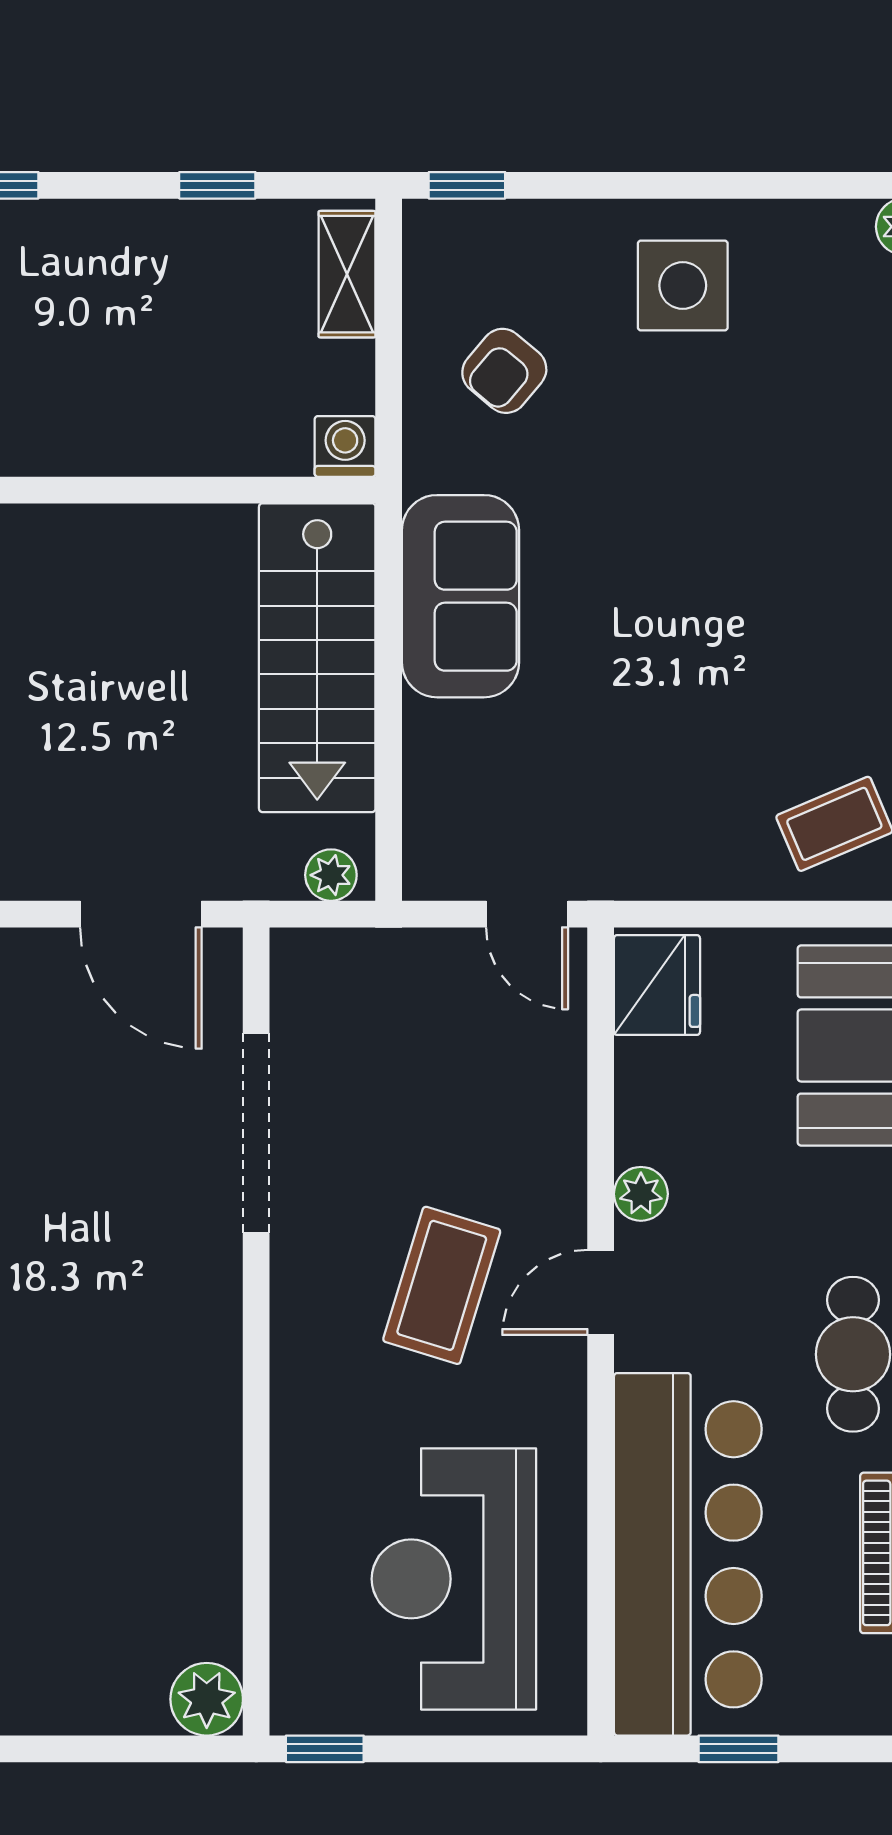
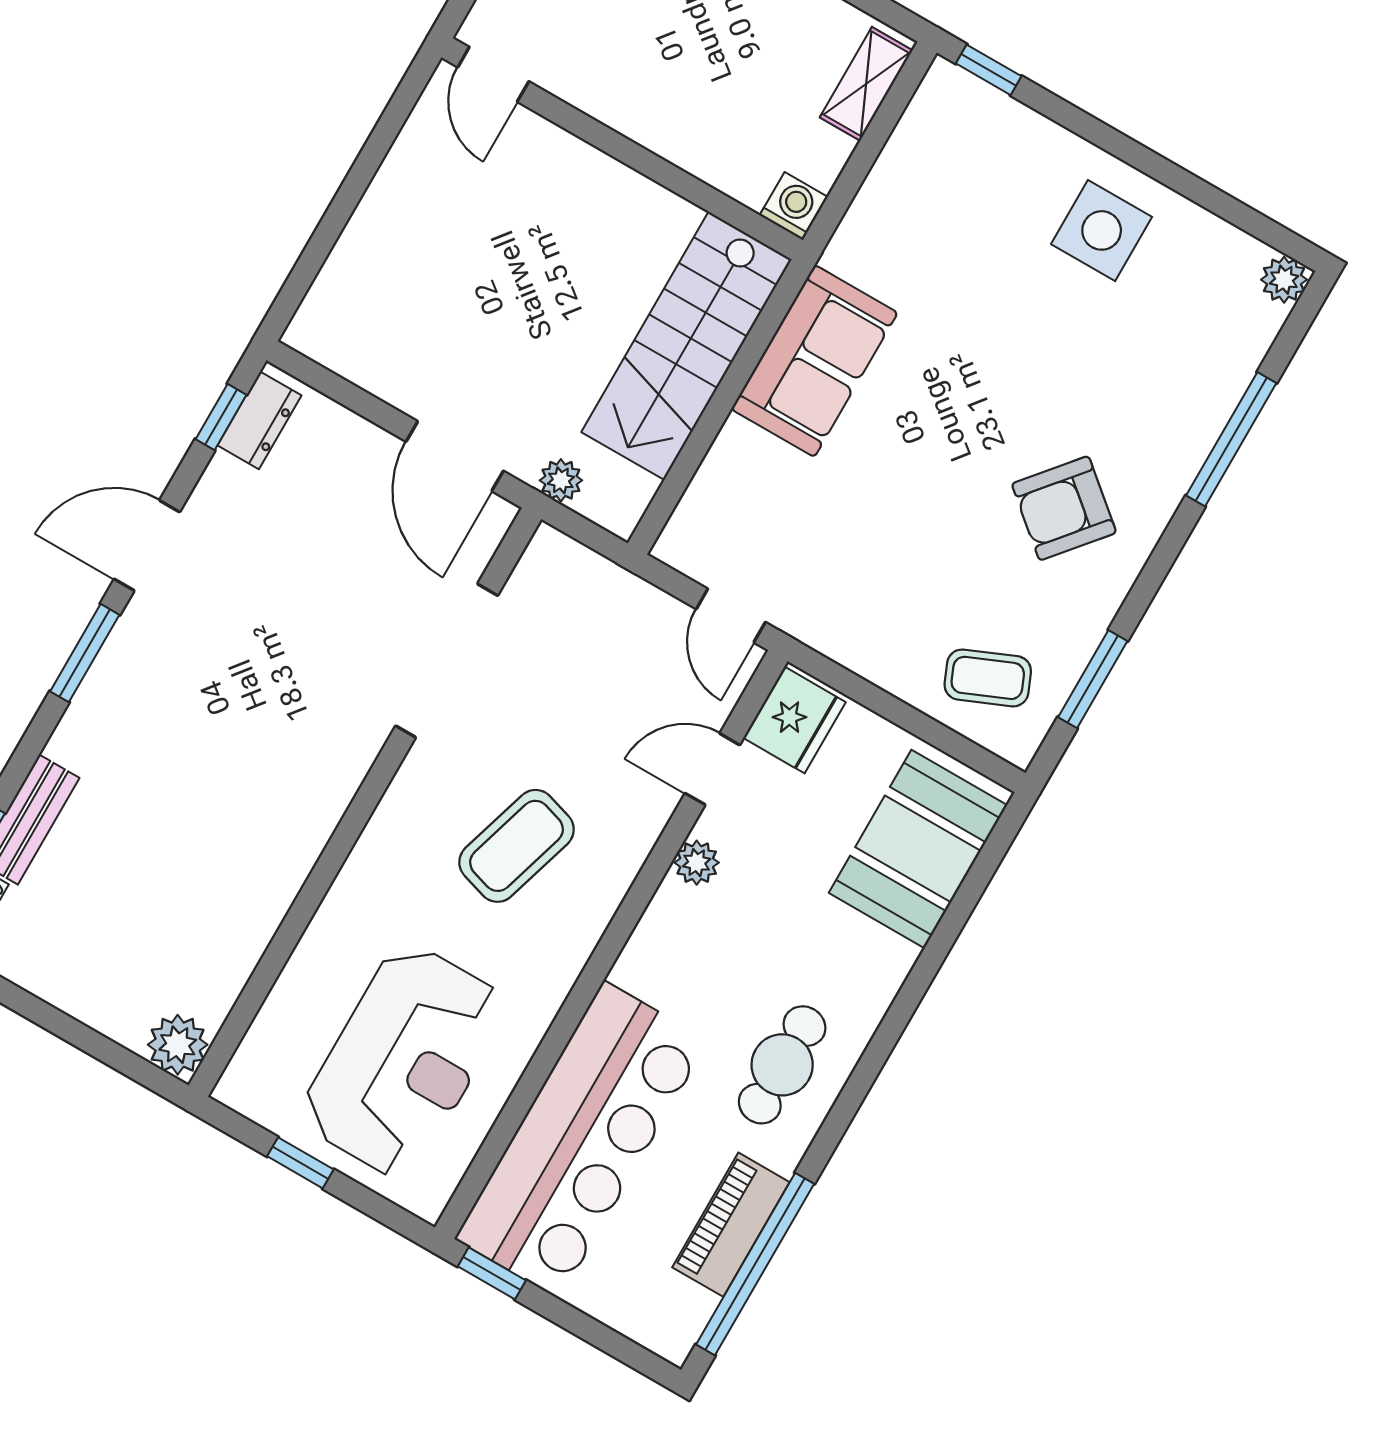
armchair: (504, 371) -> (1064, 508), moved, width x1.38, depth x1.38
plant: (331, 875) -> (561, 480), moved
door: (601, 1292) -> (712, 769), moved
reception desk: (454, 1579) -> (404, 1061), turned 180
window: (325, 1749) -> (300, 1163), moved
window: (738, 1749) -> (492, 1273), moved

